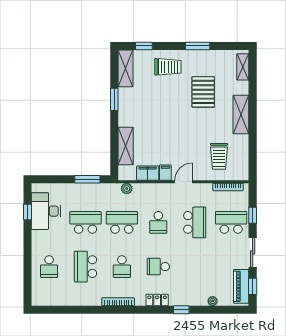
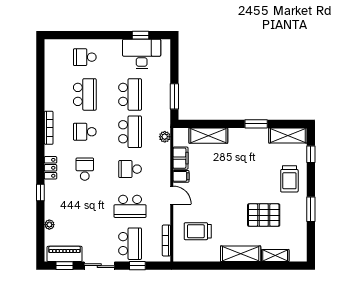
shelving: (243, 67) -> (275, 256), moved
school desk: (85, 267) -> (85, 94), turned 90

